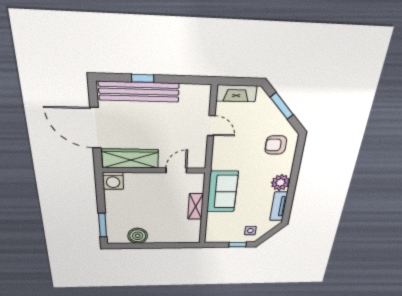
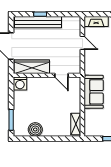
door: (176, 170) -> (61, 75), swing flipped
shelving: (196, 206) -> (76, 124), moved

